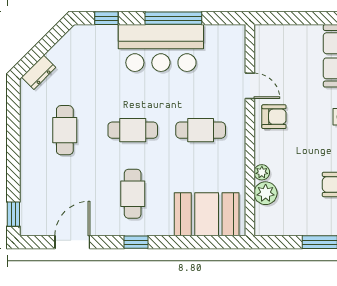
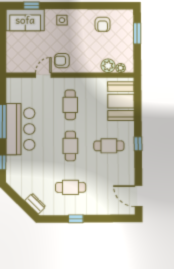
armchair: (274, 117) -> (62, 61), turned -90
plant: (262, 172) -> (121, 68), moved
window: (13, 214) -> (76, 219), moved
door: (72, 242) -> (138, 196), moved

